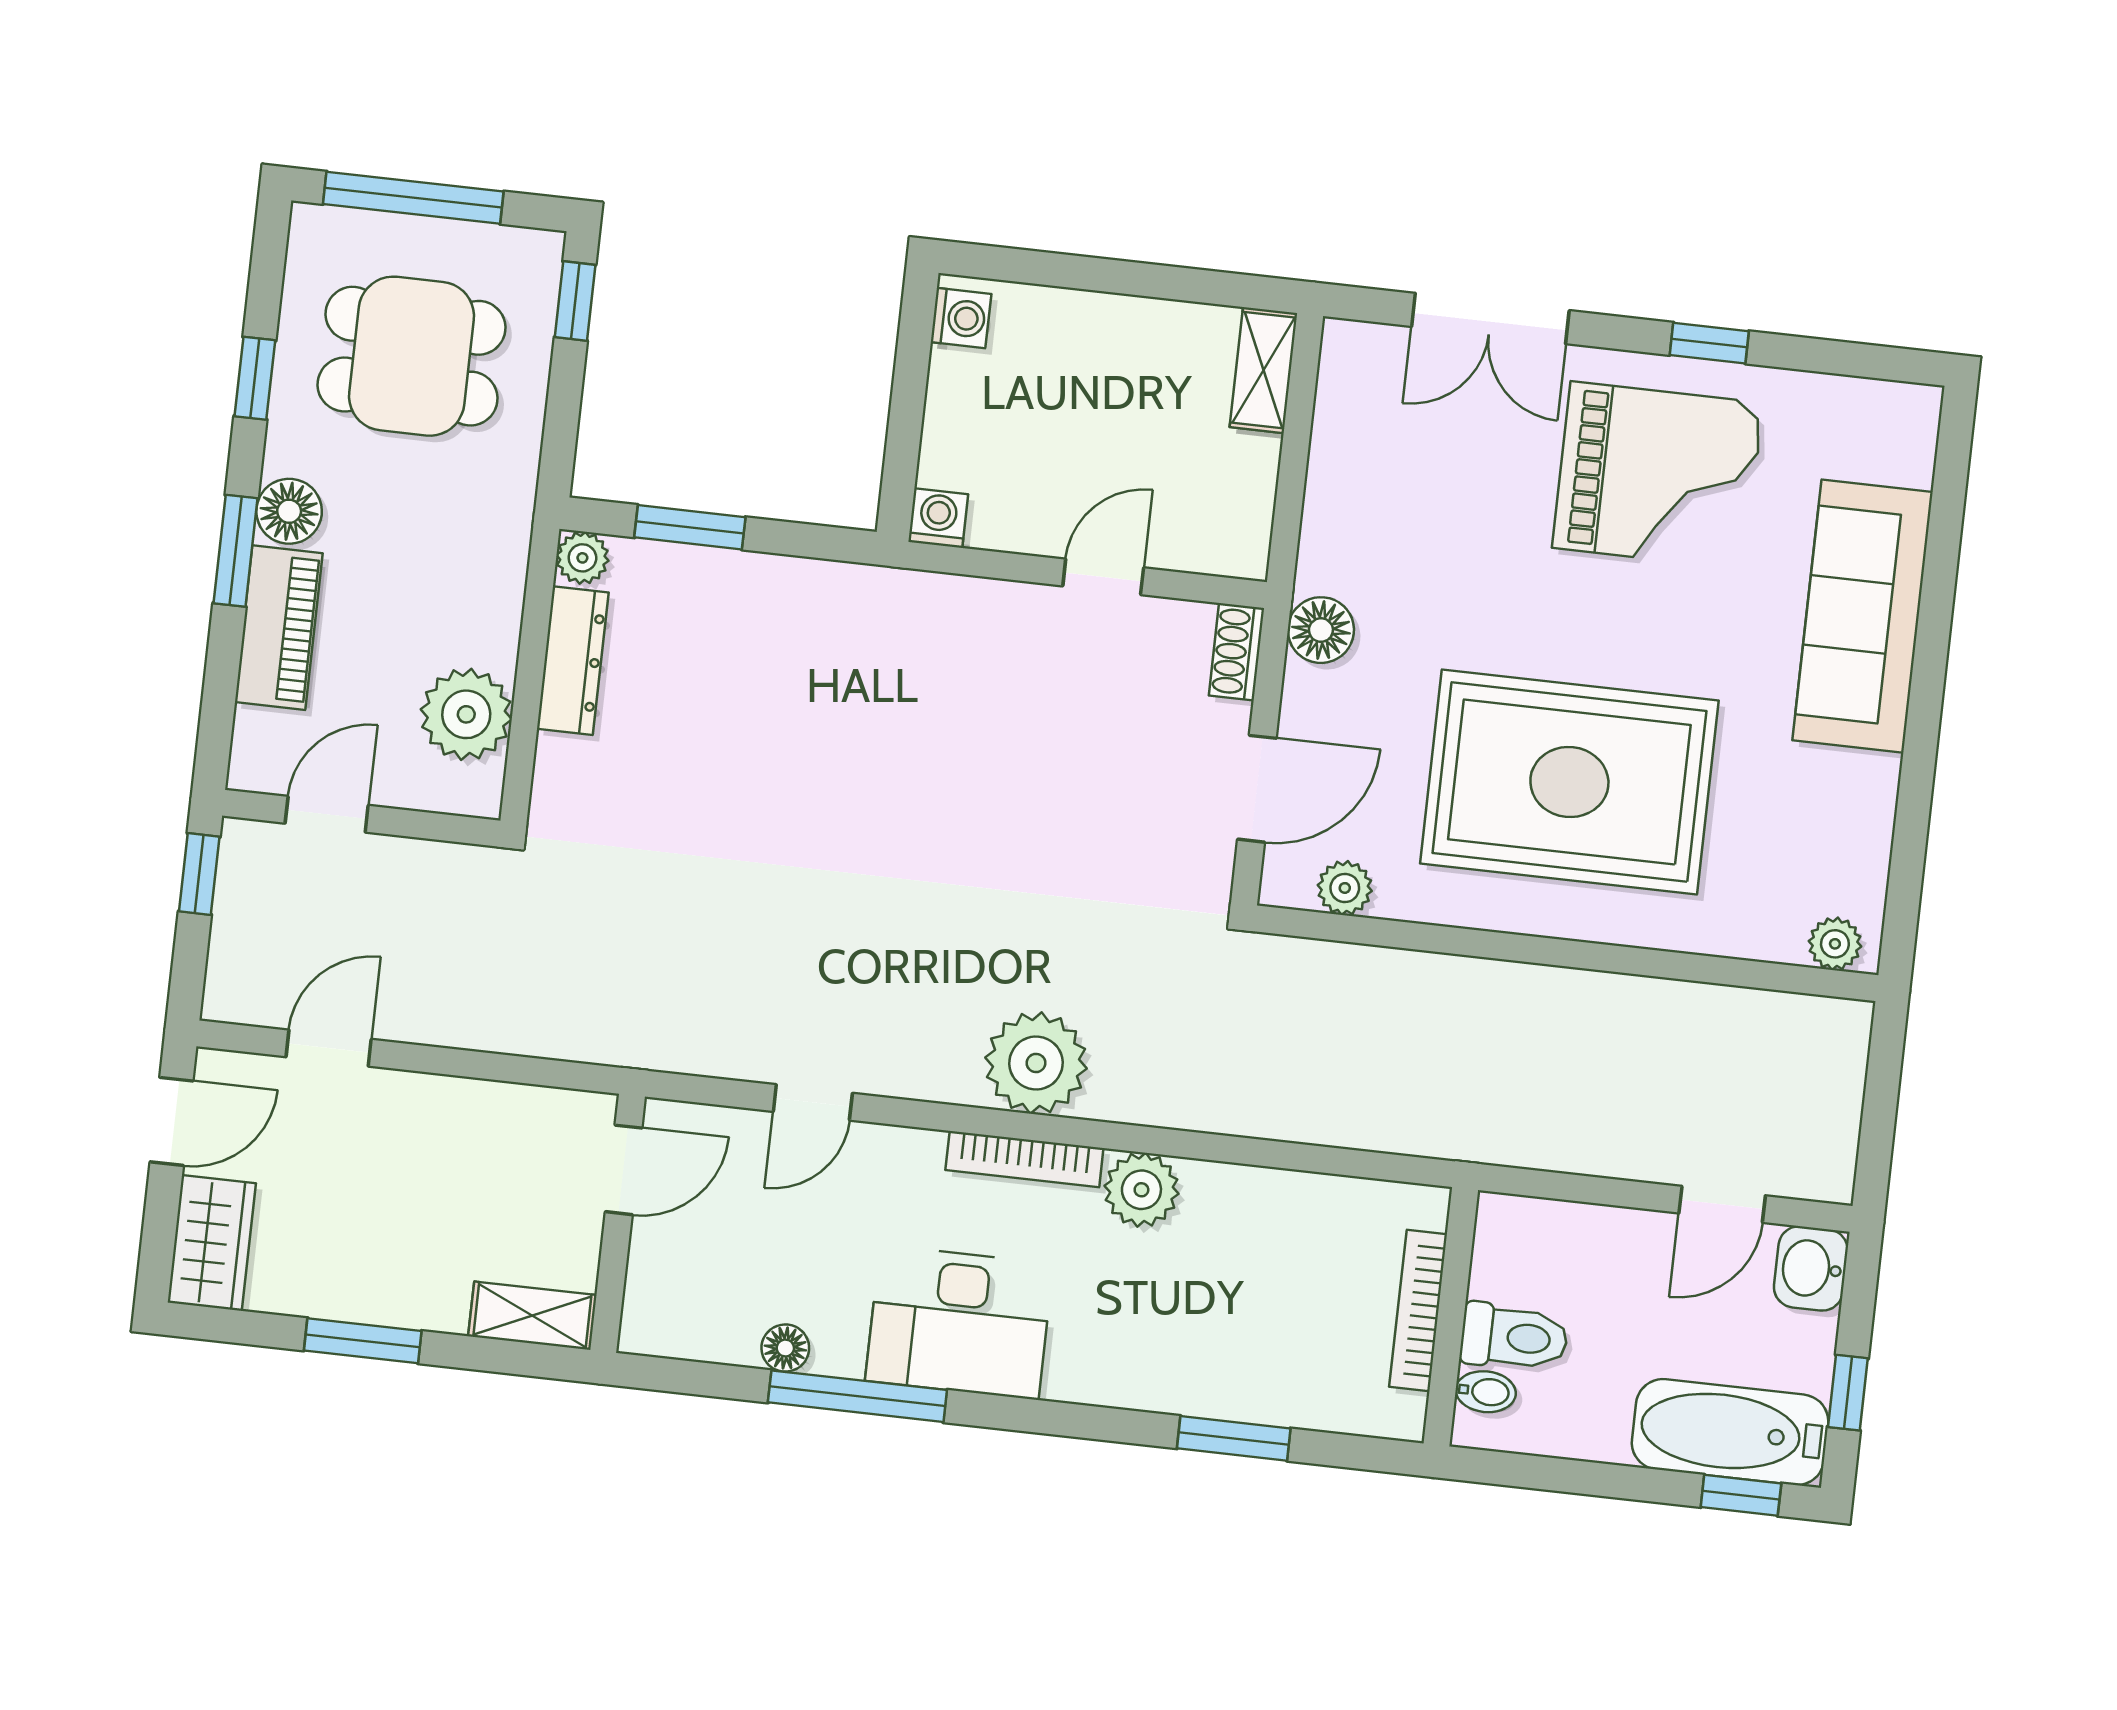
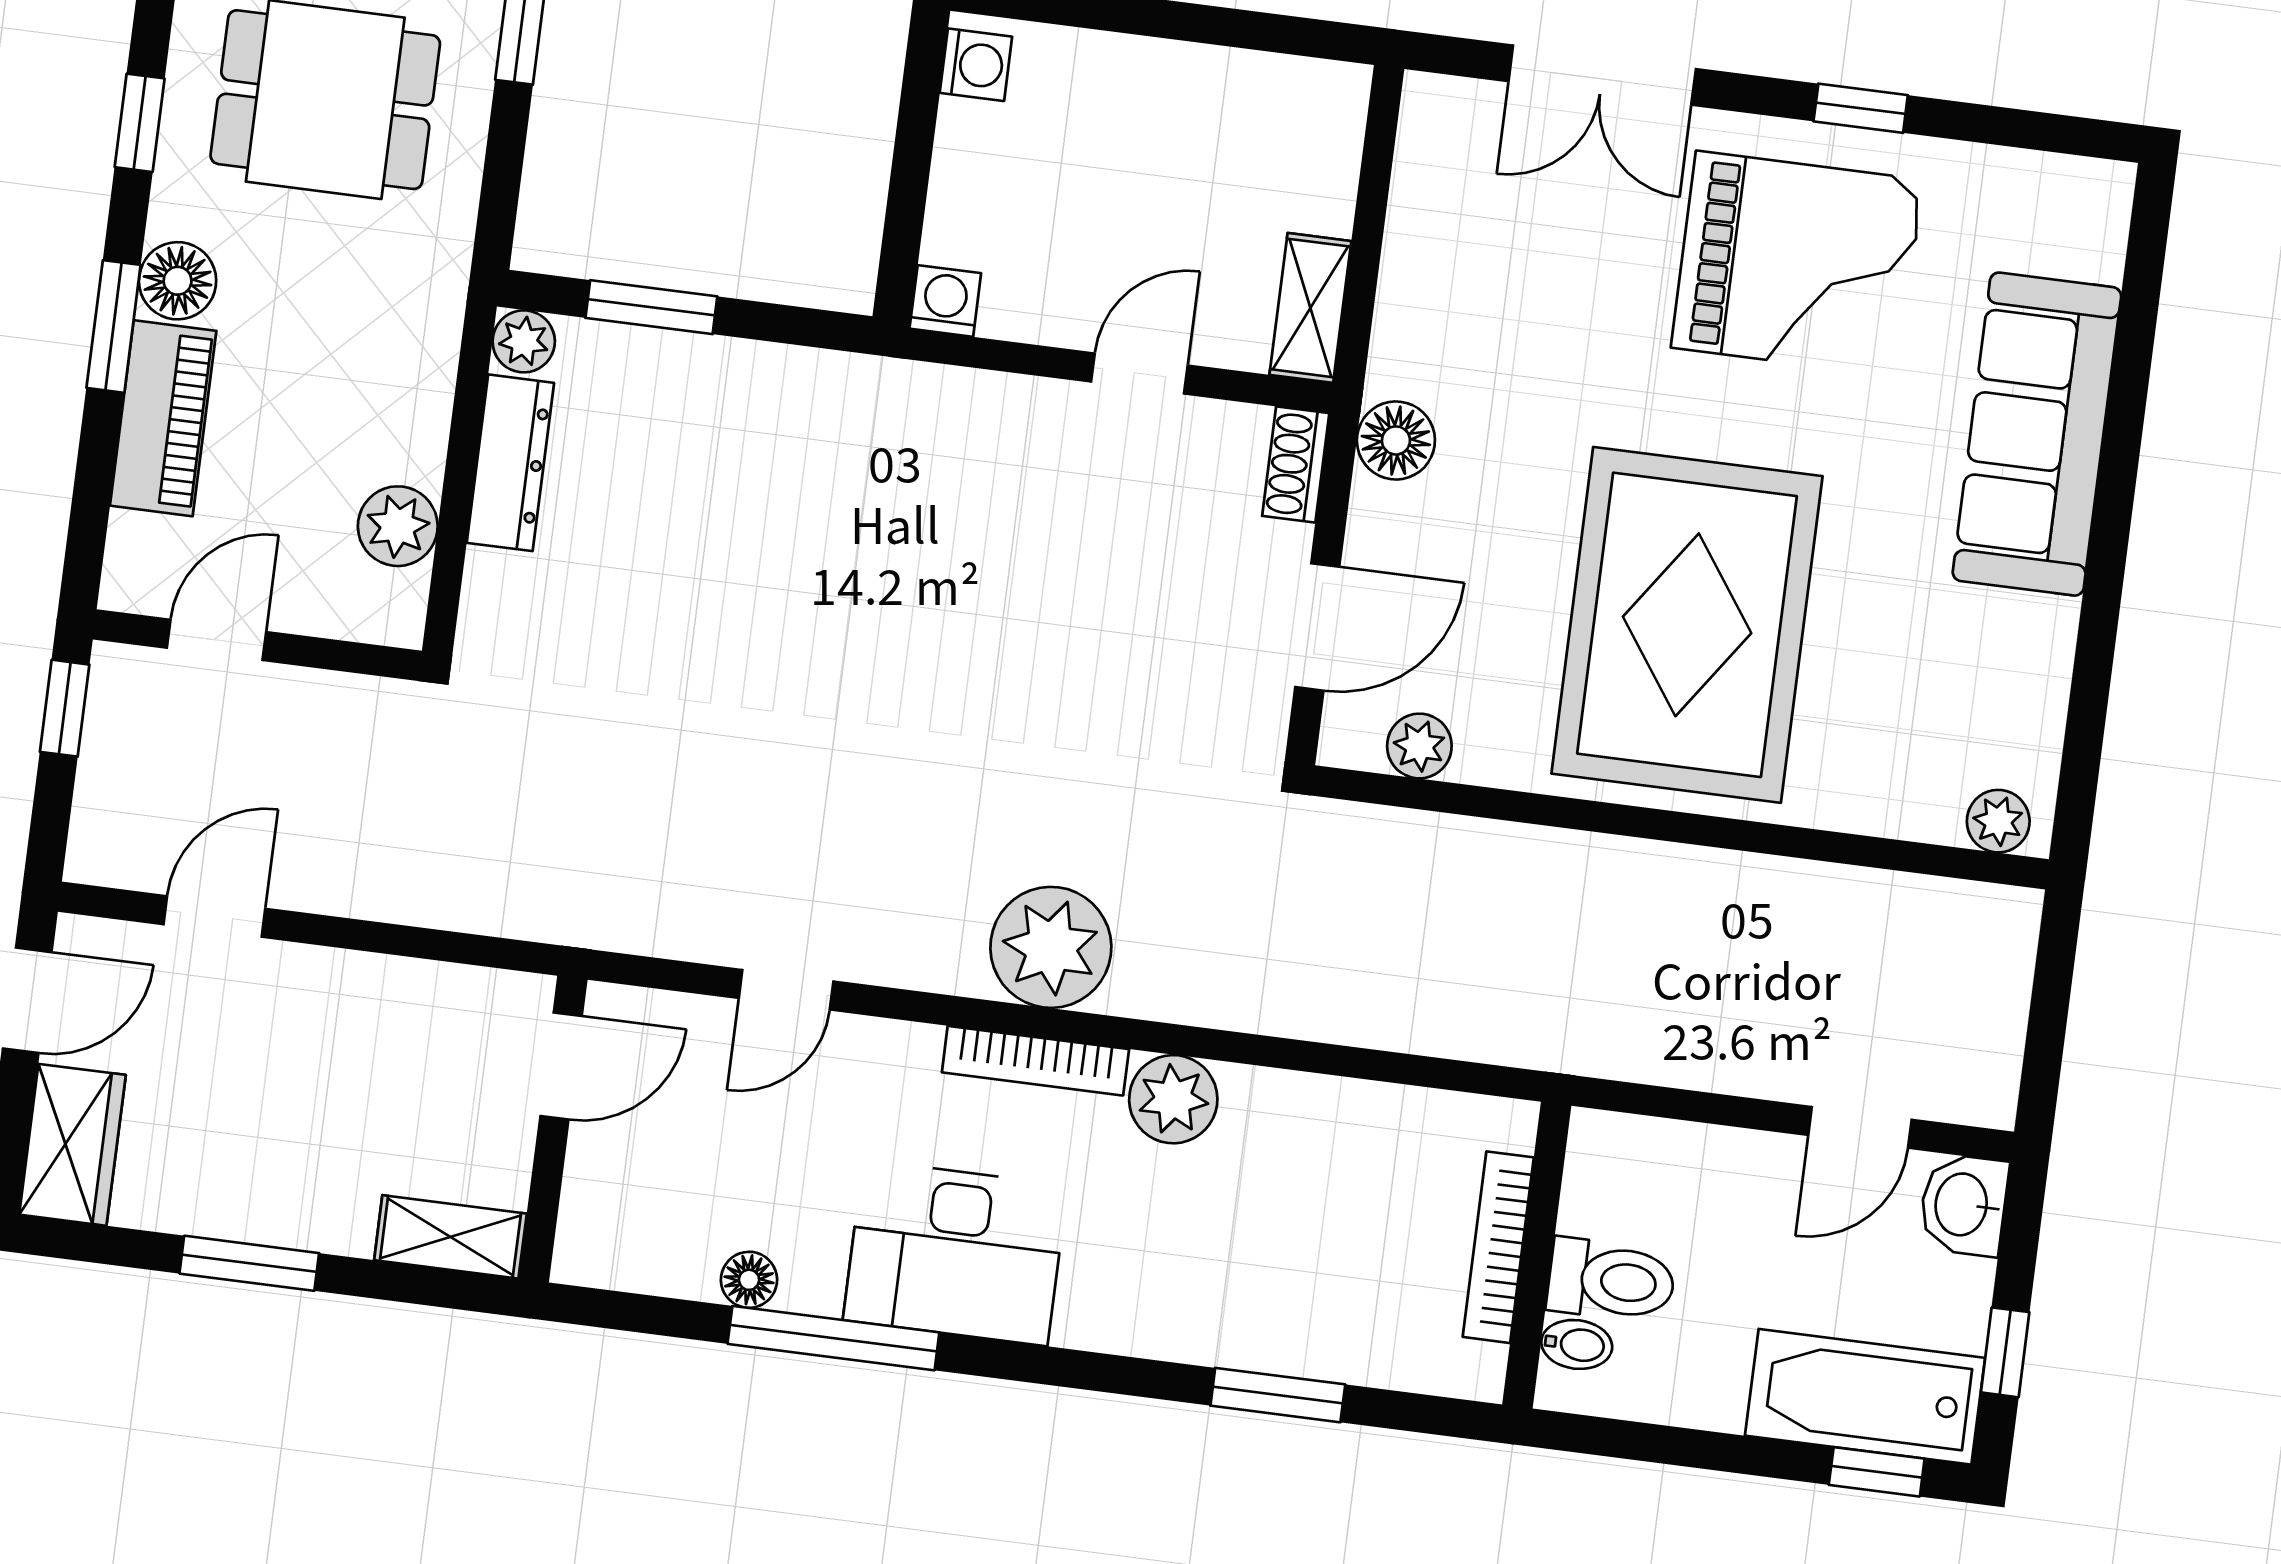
shelving: (1264, 370) -> (1310, 308), moved
plant: (466, 714) -> (398, 526), width x0.73, depth x0.73
rug: (1569, 782) -> (1687, 625), turned 90

